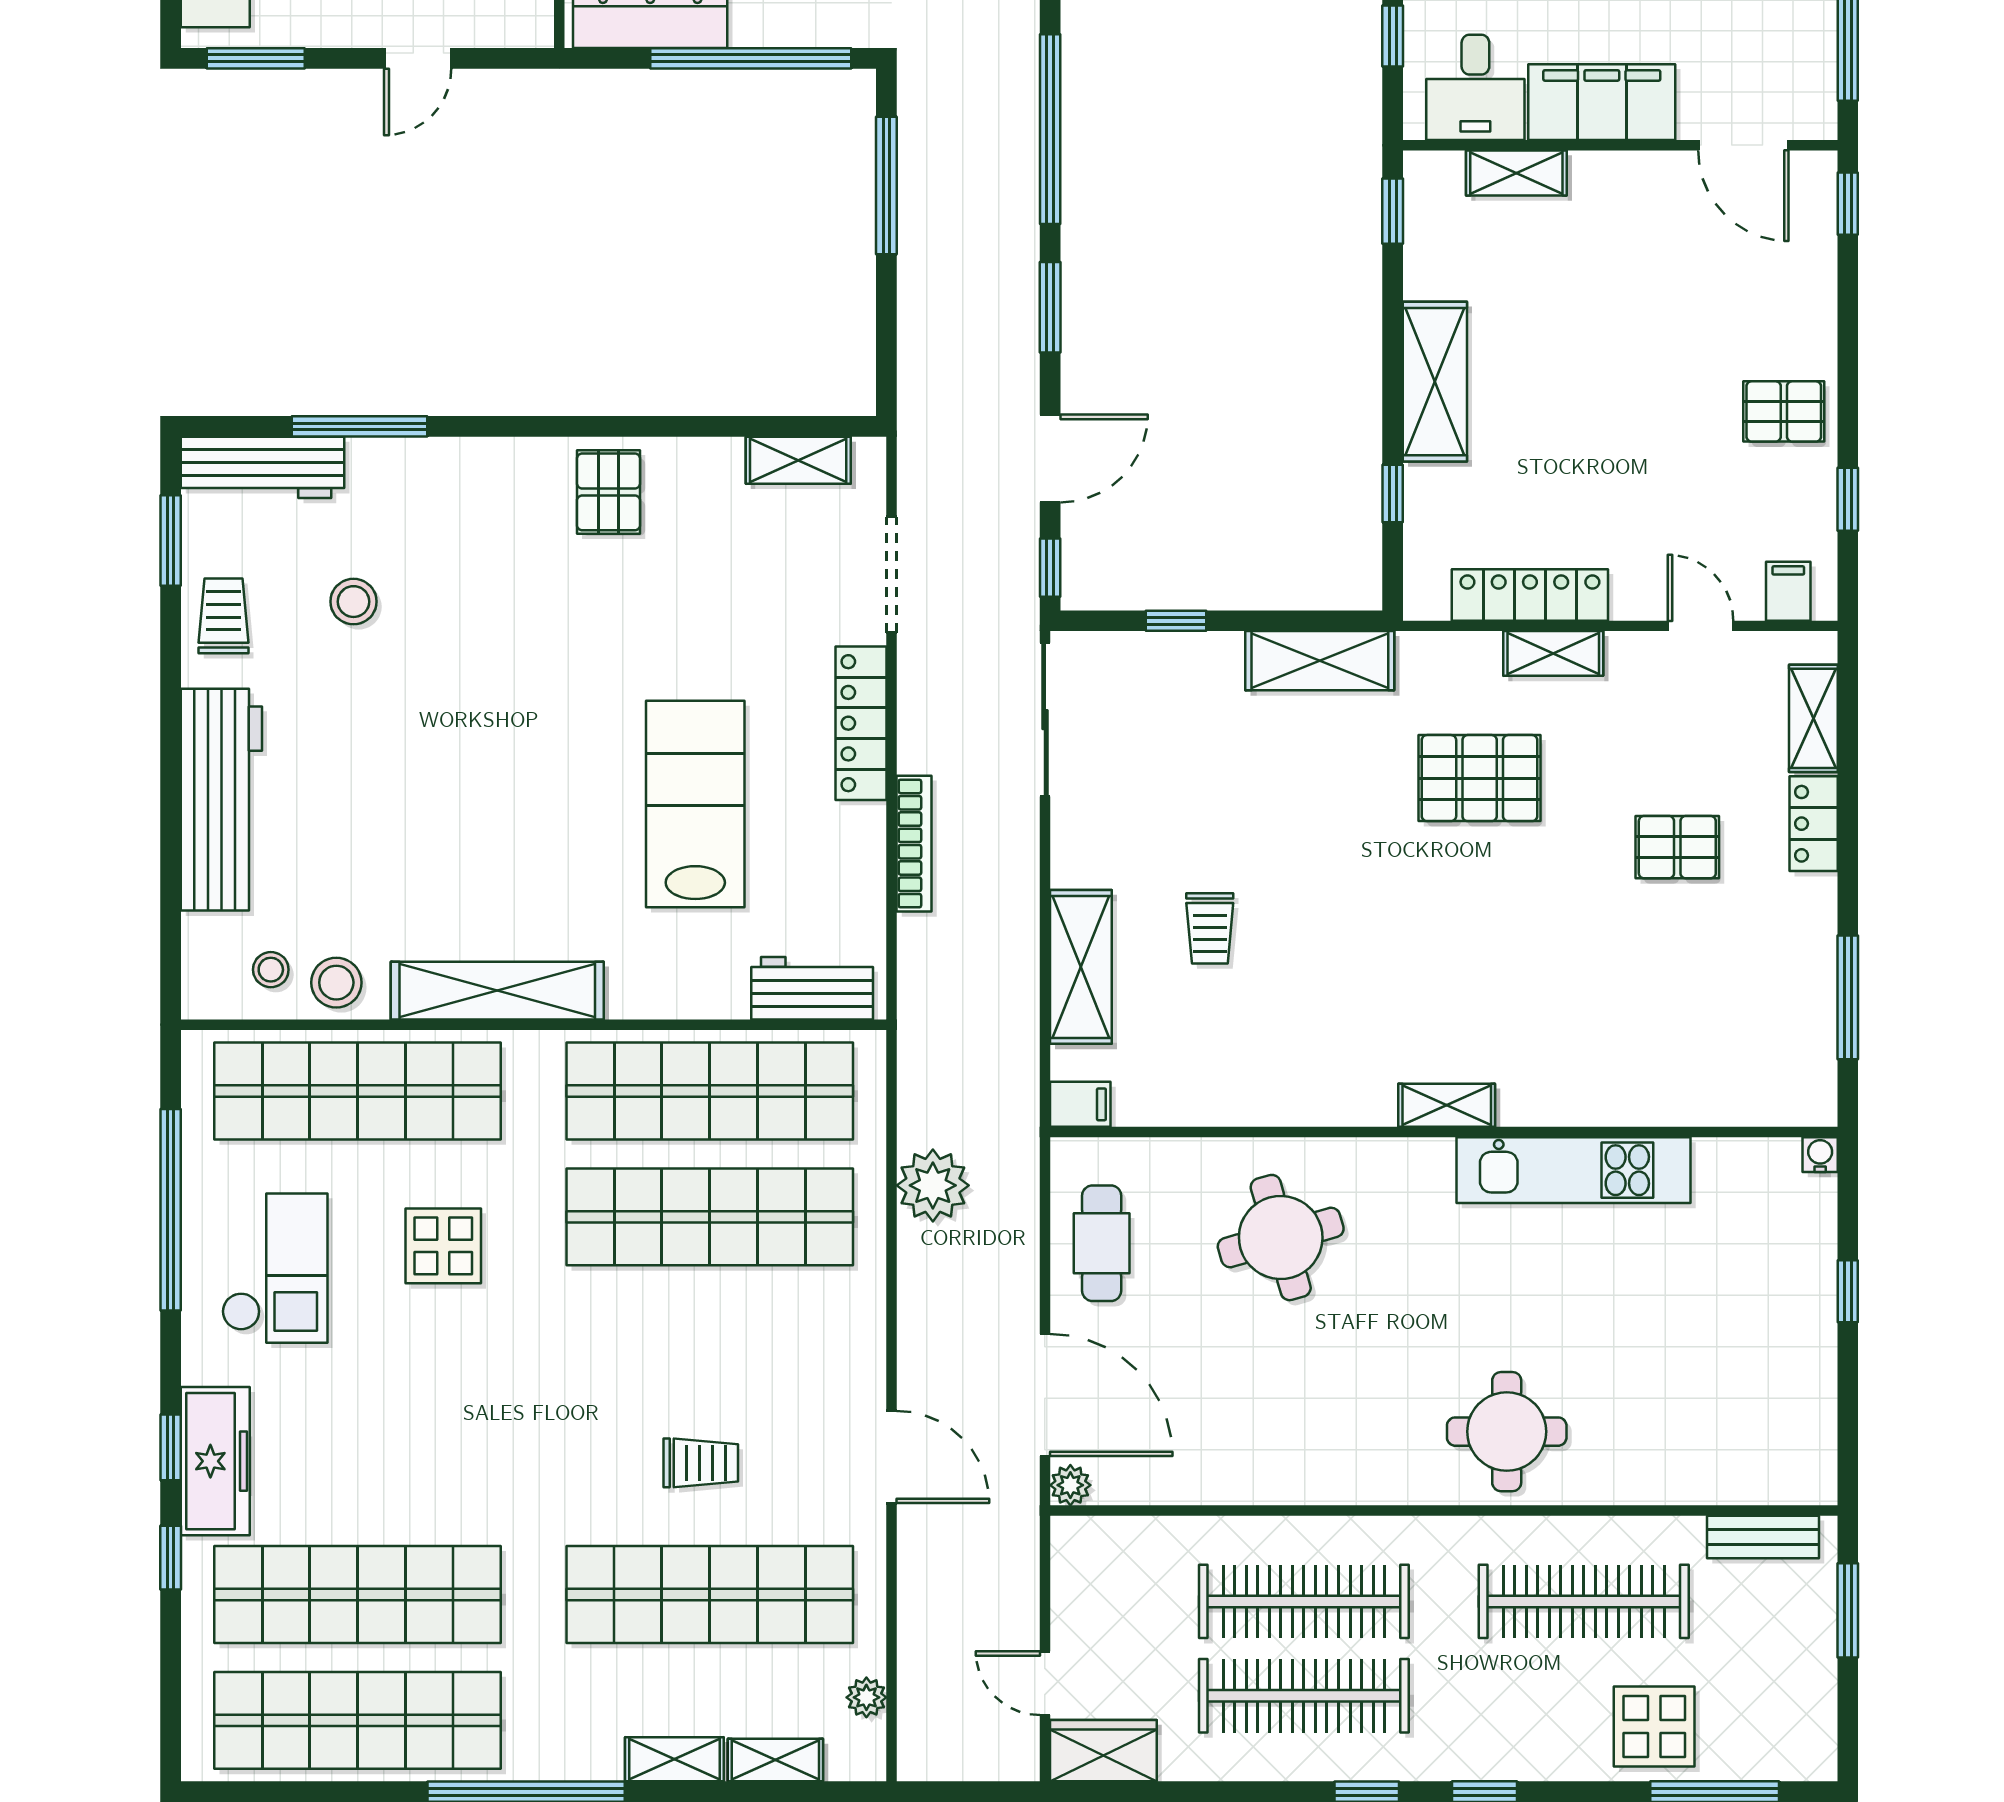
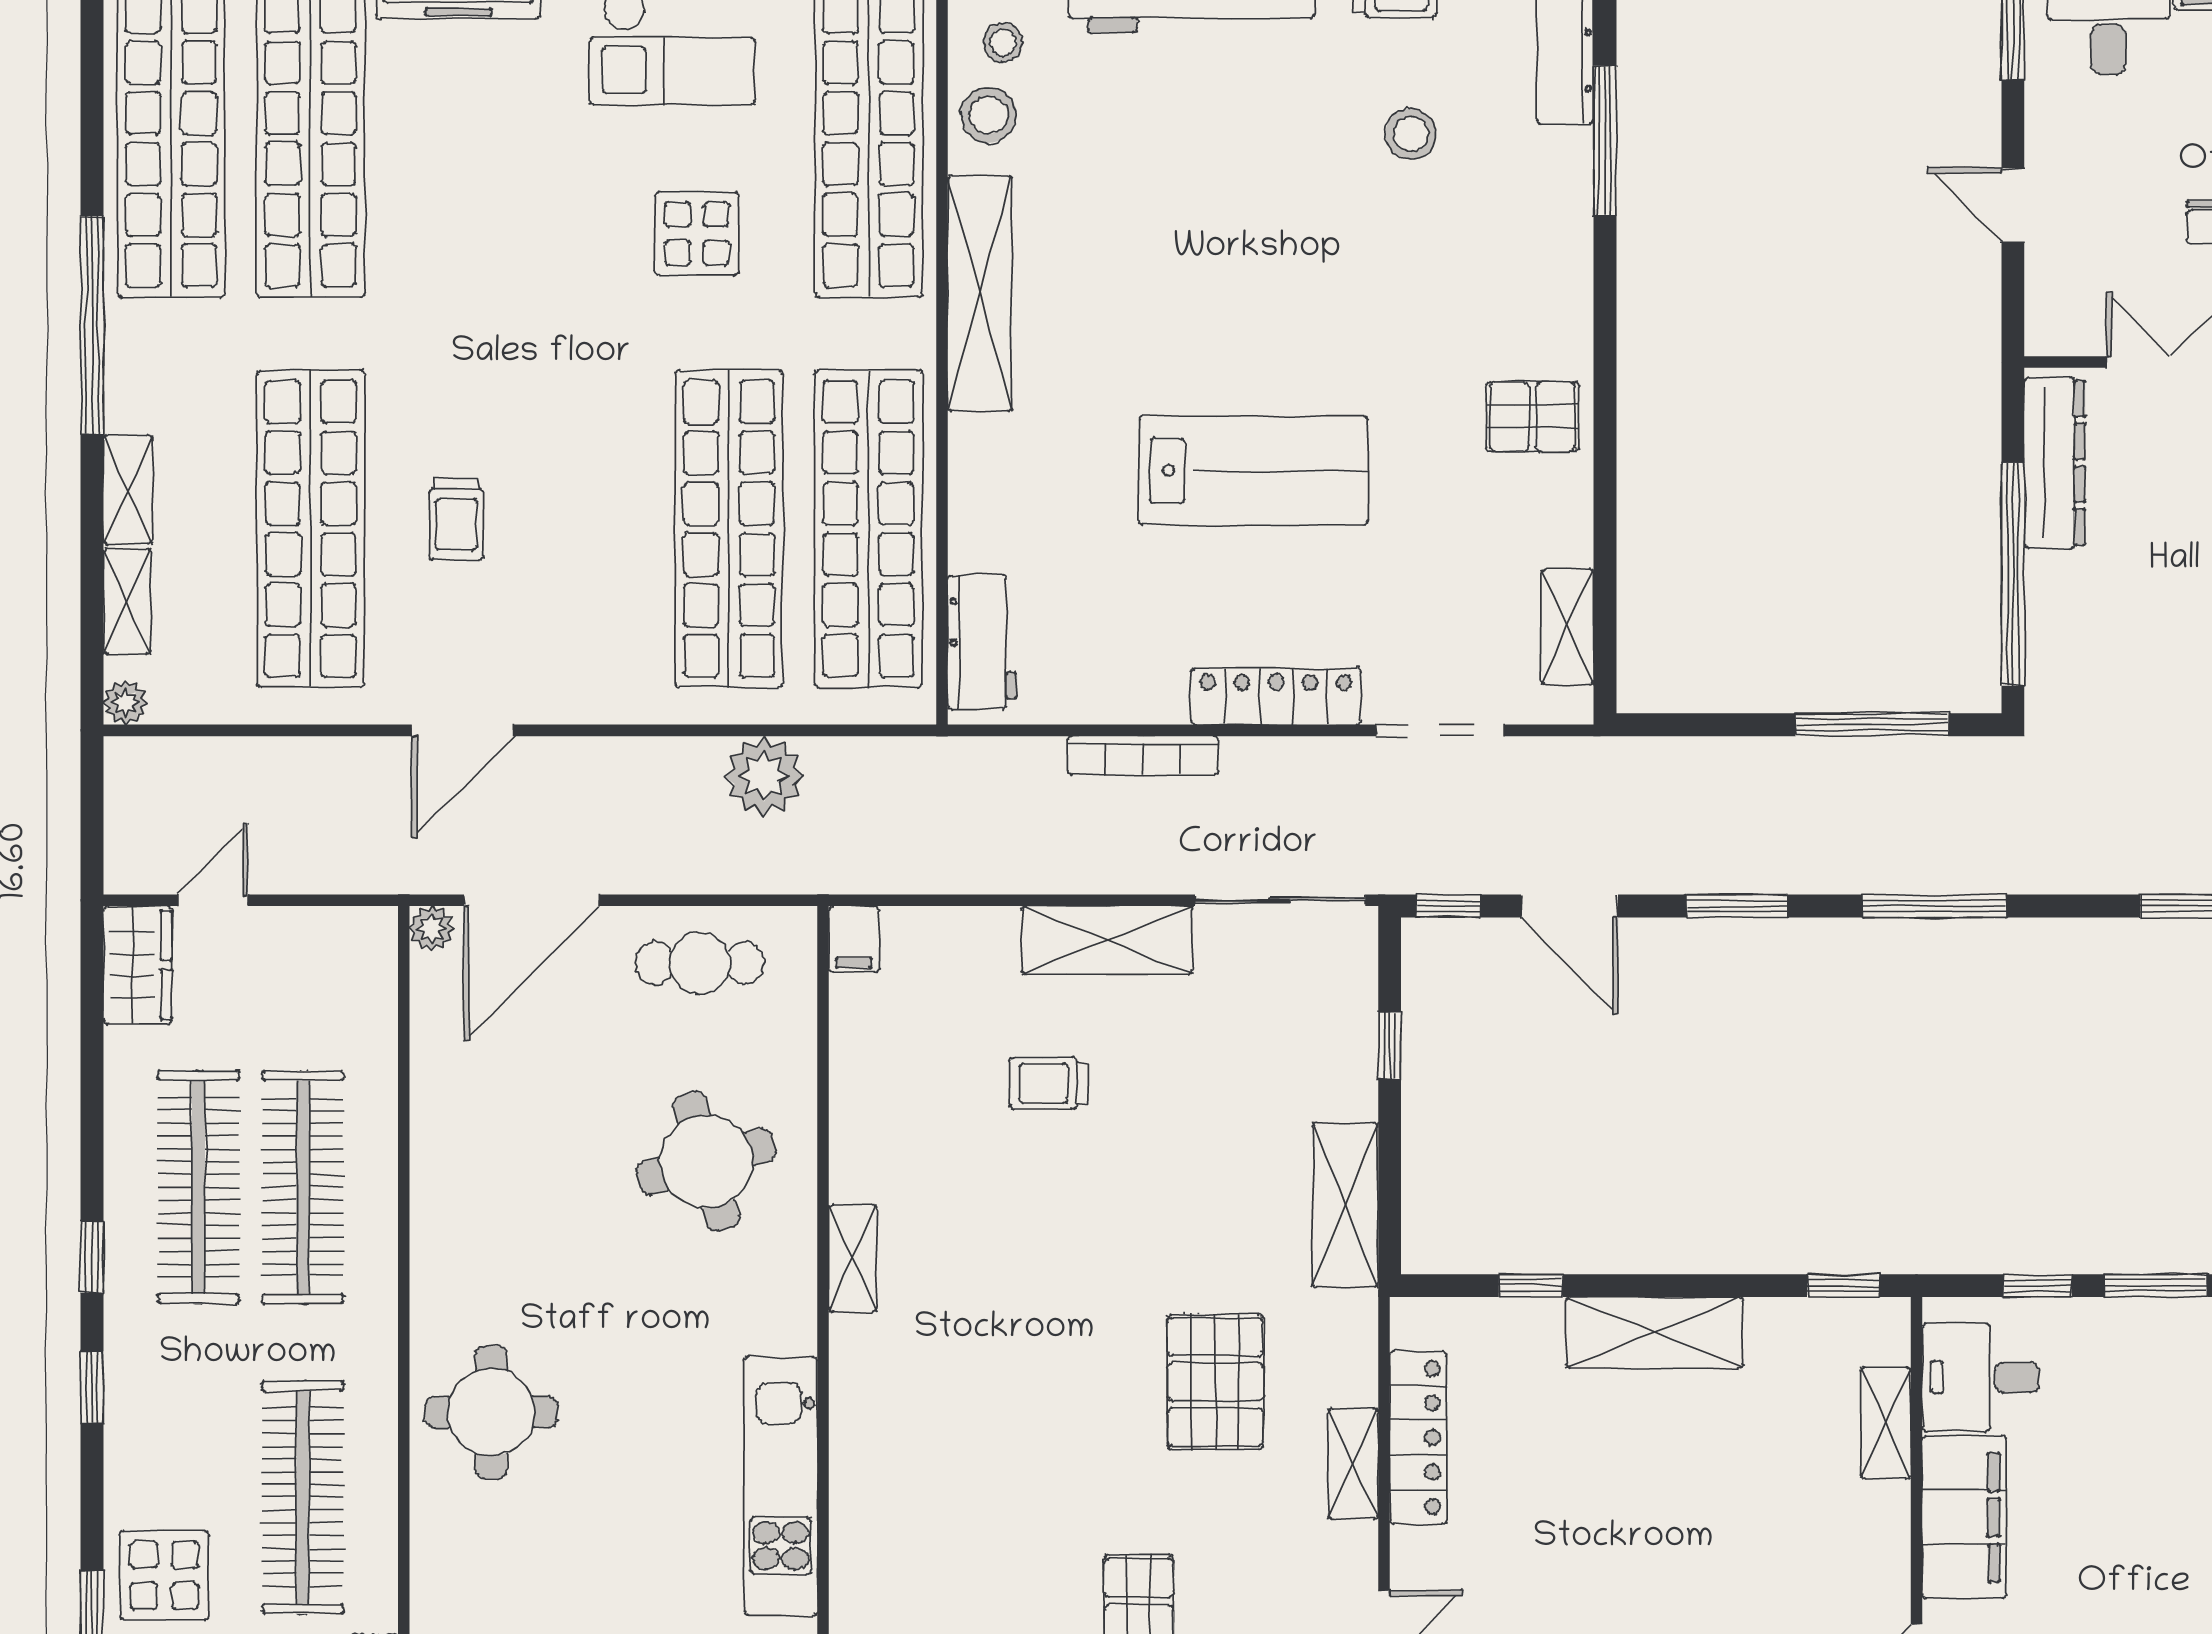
window: (1050, 129) -> (1934, 906), width x0.68
lab bench: (695, 804) -> (1253, 471), moved
shelving: (1081, 967) -> (1107, 940), moved
shelving: (1447, 1105) -> (853, 1258), moved
plant: (866, 1697) -> (126, 703), moved

